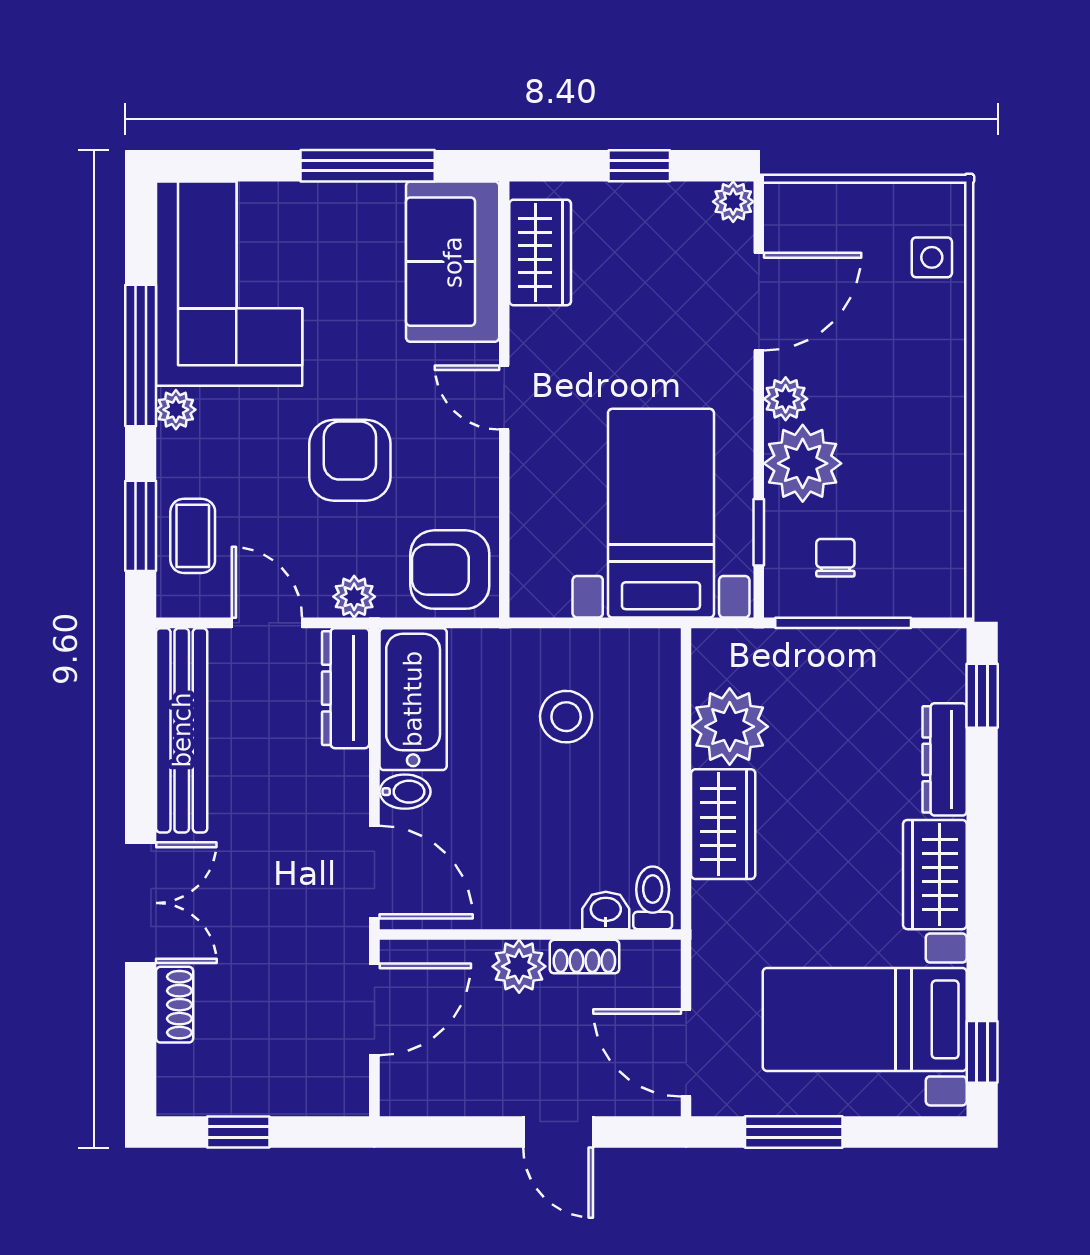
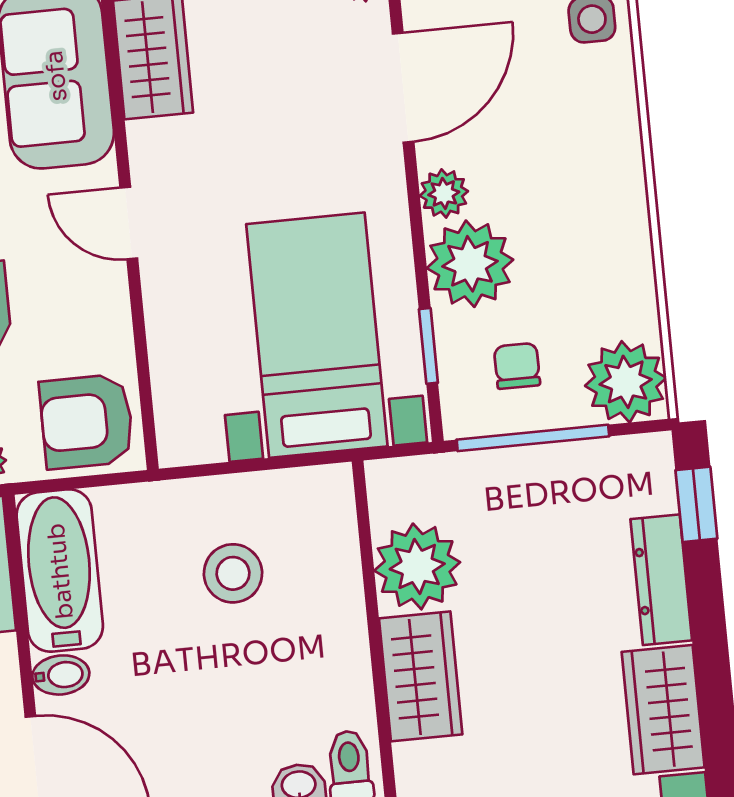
plant: (930, 581) -> (626, 382), added

